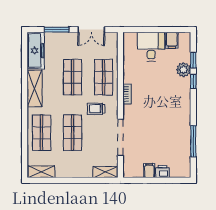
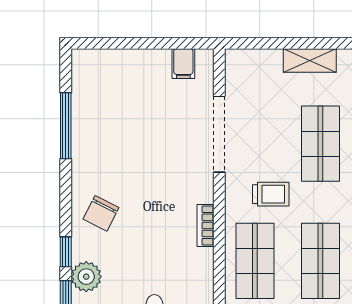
chair: (177, 100) -> (101, 213), added
filing cabinet: (149, 171) -> (183, 64), moved
shelving: (105, 172) -> (310, 60), moved
printer: (162, 172) -> (131, 62), removed

